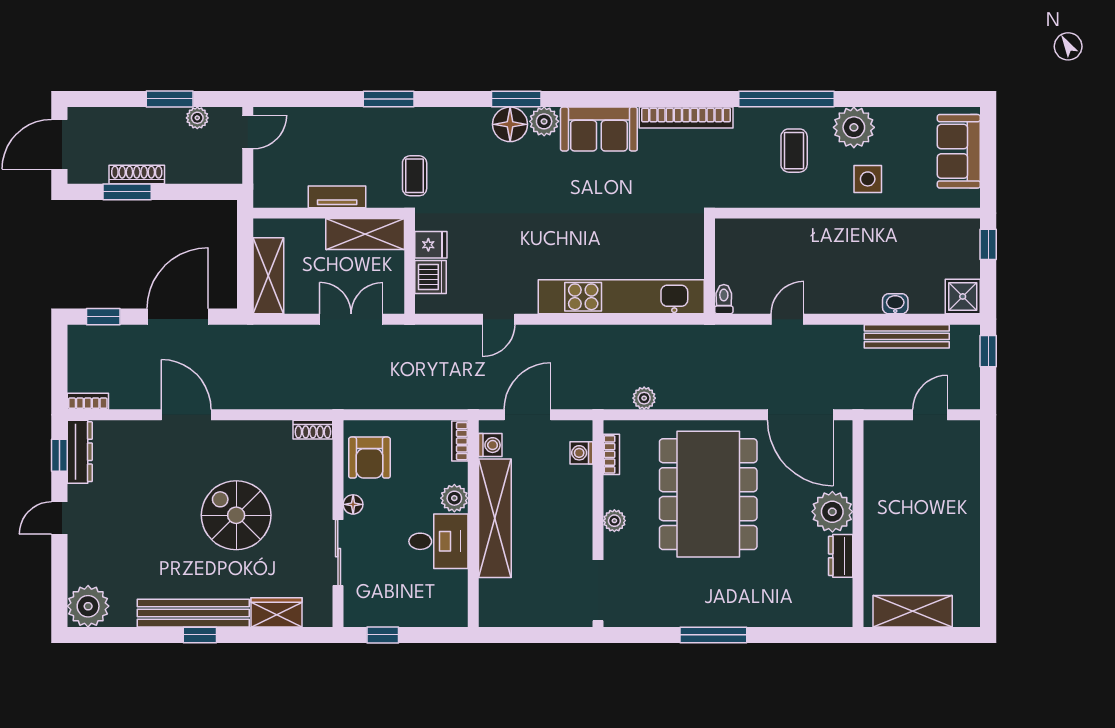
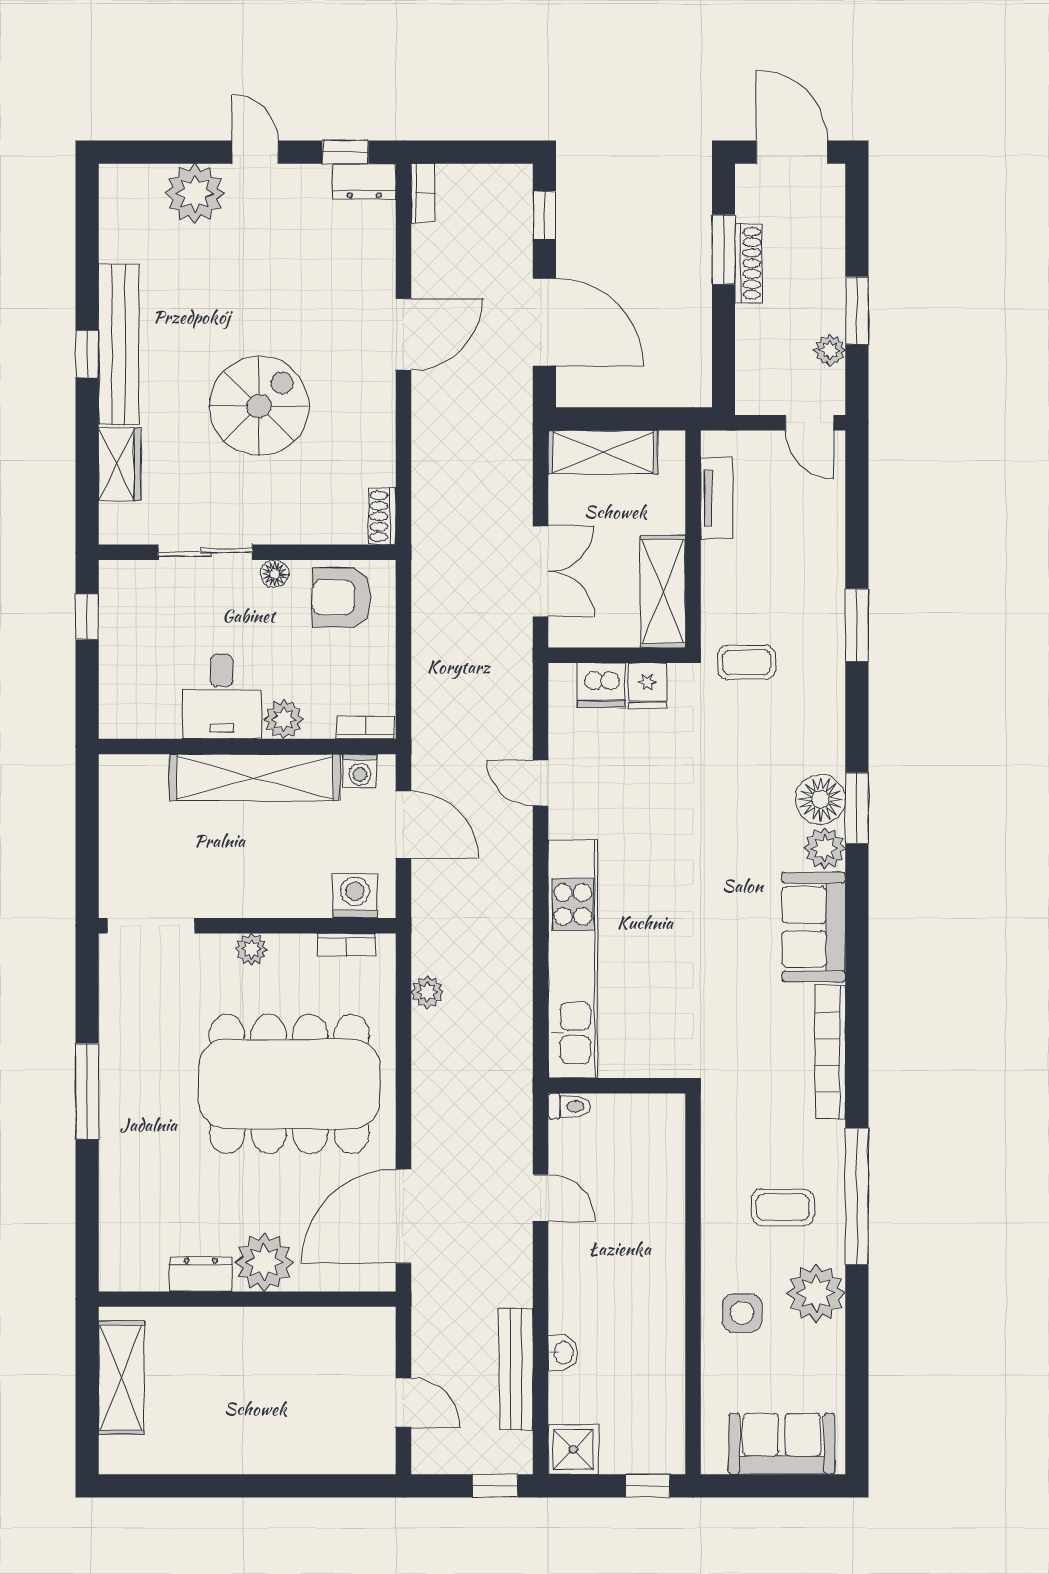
tv unit: (337, 197) -> (716, 498), moved
dresser: (80, 452) -> (364, 181), width x0.70
washing machine: (581, 453) -> (355, 896), width x1.38, depth x1.38
plant: (88, 606) -> (195, 193), moved

